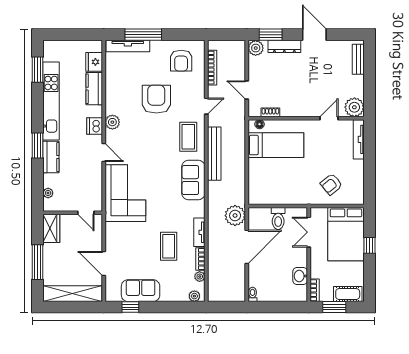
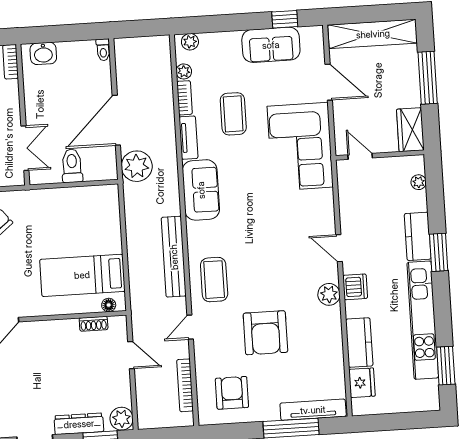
sofa: (193, 180) -> (201, 190), moved
corner sofa: (125, 193) -> (300, 147), moved
washbasin: (300, 276) -> (43, 53), moved, turned 90

